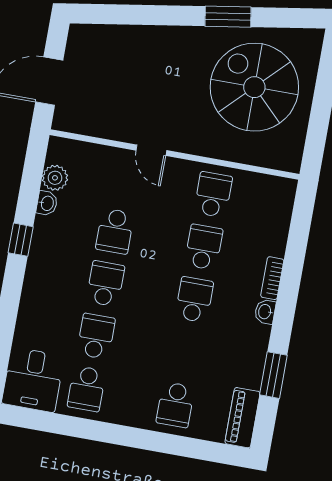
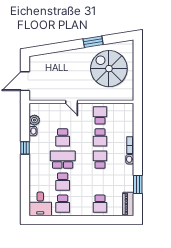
school desk: (204, 247) -> (100, 137), turned 180
school desk: (105, 284) -> (63, 160), width x1.85
school desk: (96, 336) -> (63, 182), turned 180

